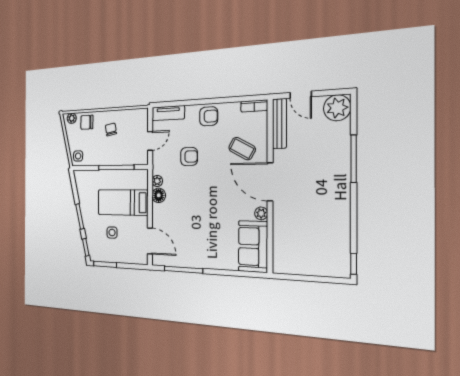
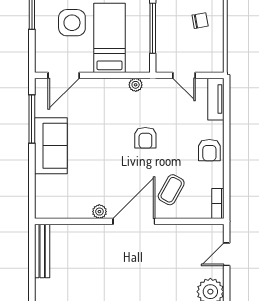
bench: (279, 124) -> (42, 251), moved, turned 90
armchair: (189, 157) -> (145, 138), moved
floor lamp: (159, 195) -> (119, 87), removed
side table: (112, 233) -> (72, 23), width x1.87, depth x1.87
sofa: (253, 246) -> (51, 146), moved, turned 90

